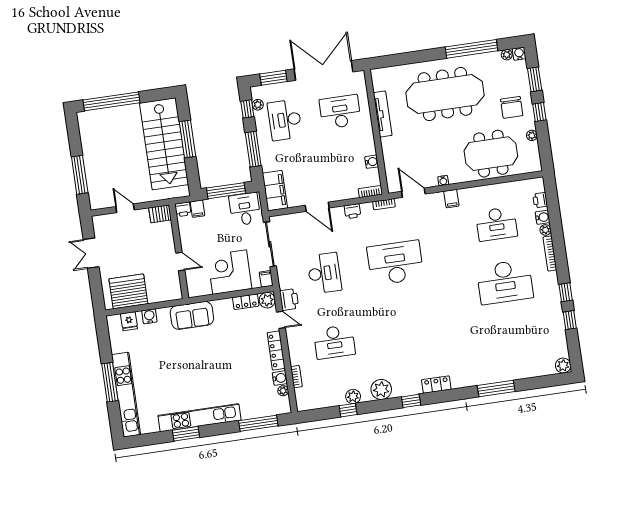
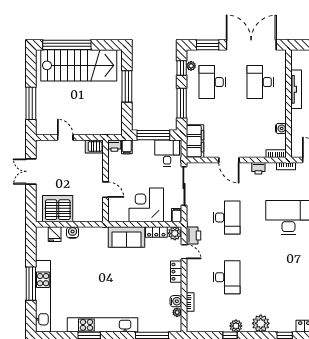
desk: (340, 112) -> (260, 82), turned -90
stairs: (164, 144) -> (79, 65), moved, turned -90
sofa: (192, 315) -> (127, 237), moved
desk: (334, 342) -> (227, 277), turned -90
locker: (276, 351) -> (176, 272), width x0.66

